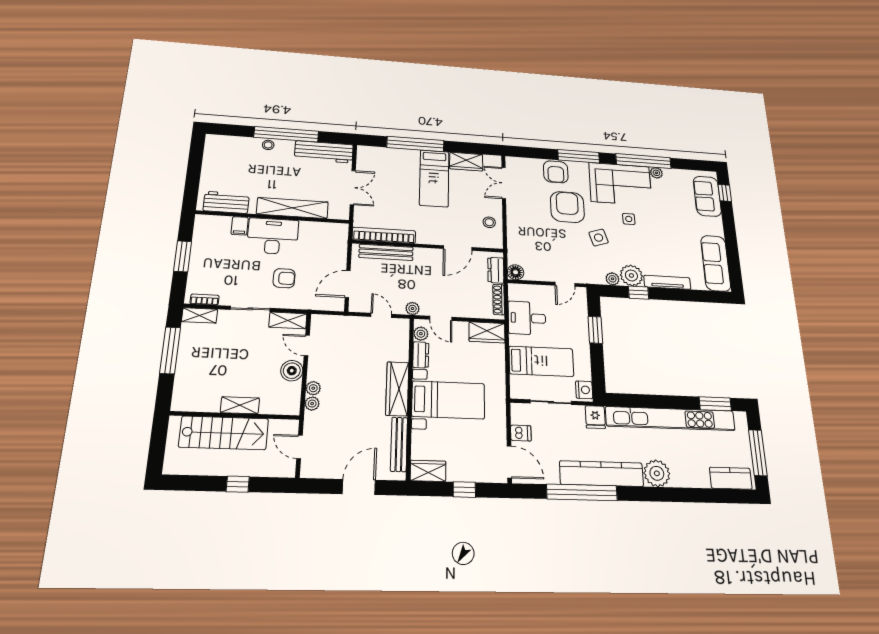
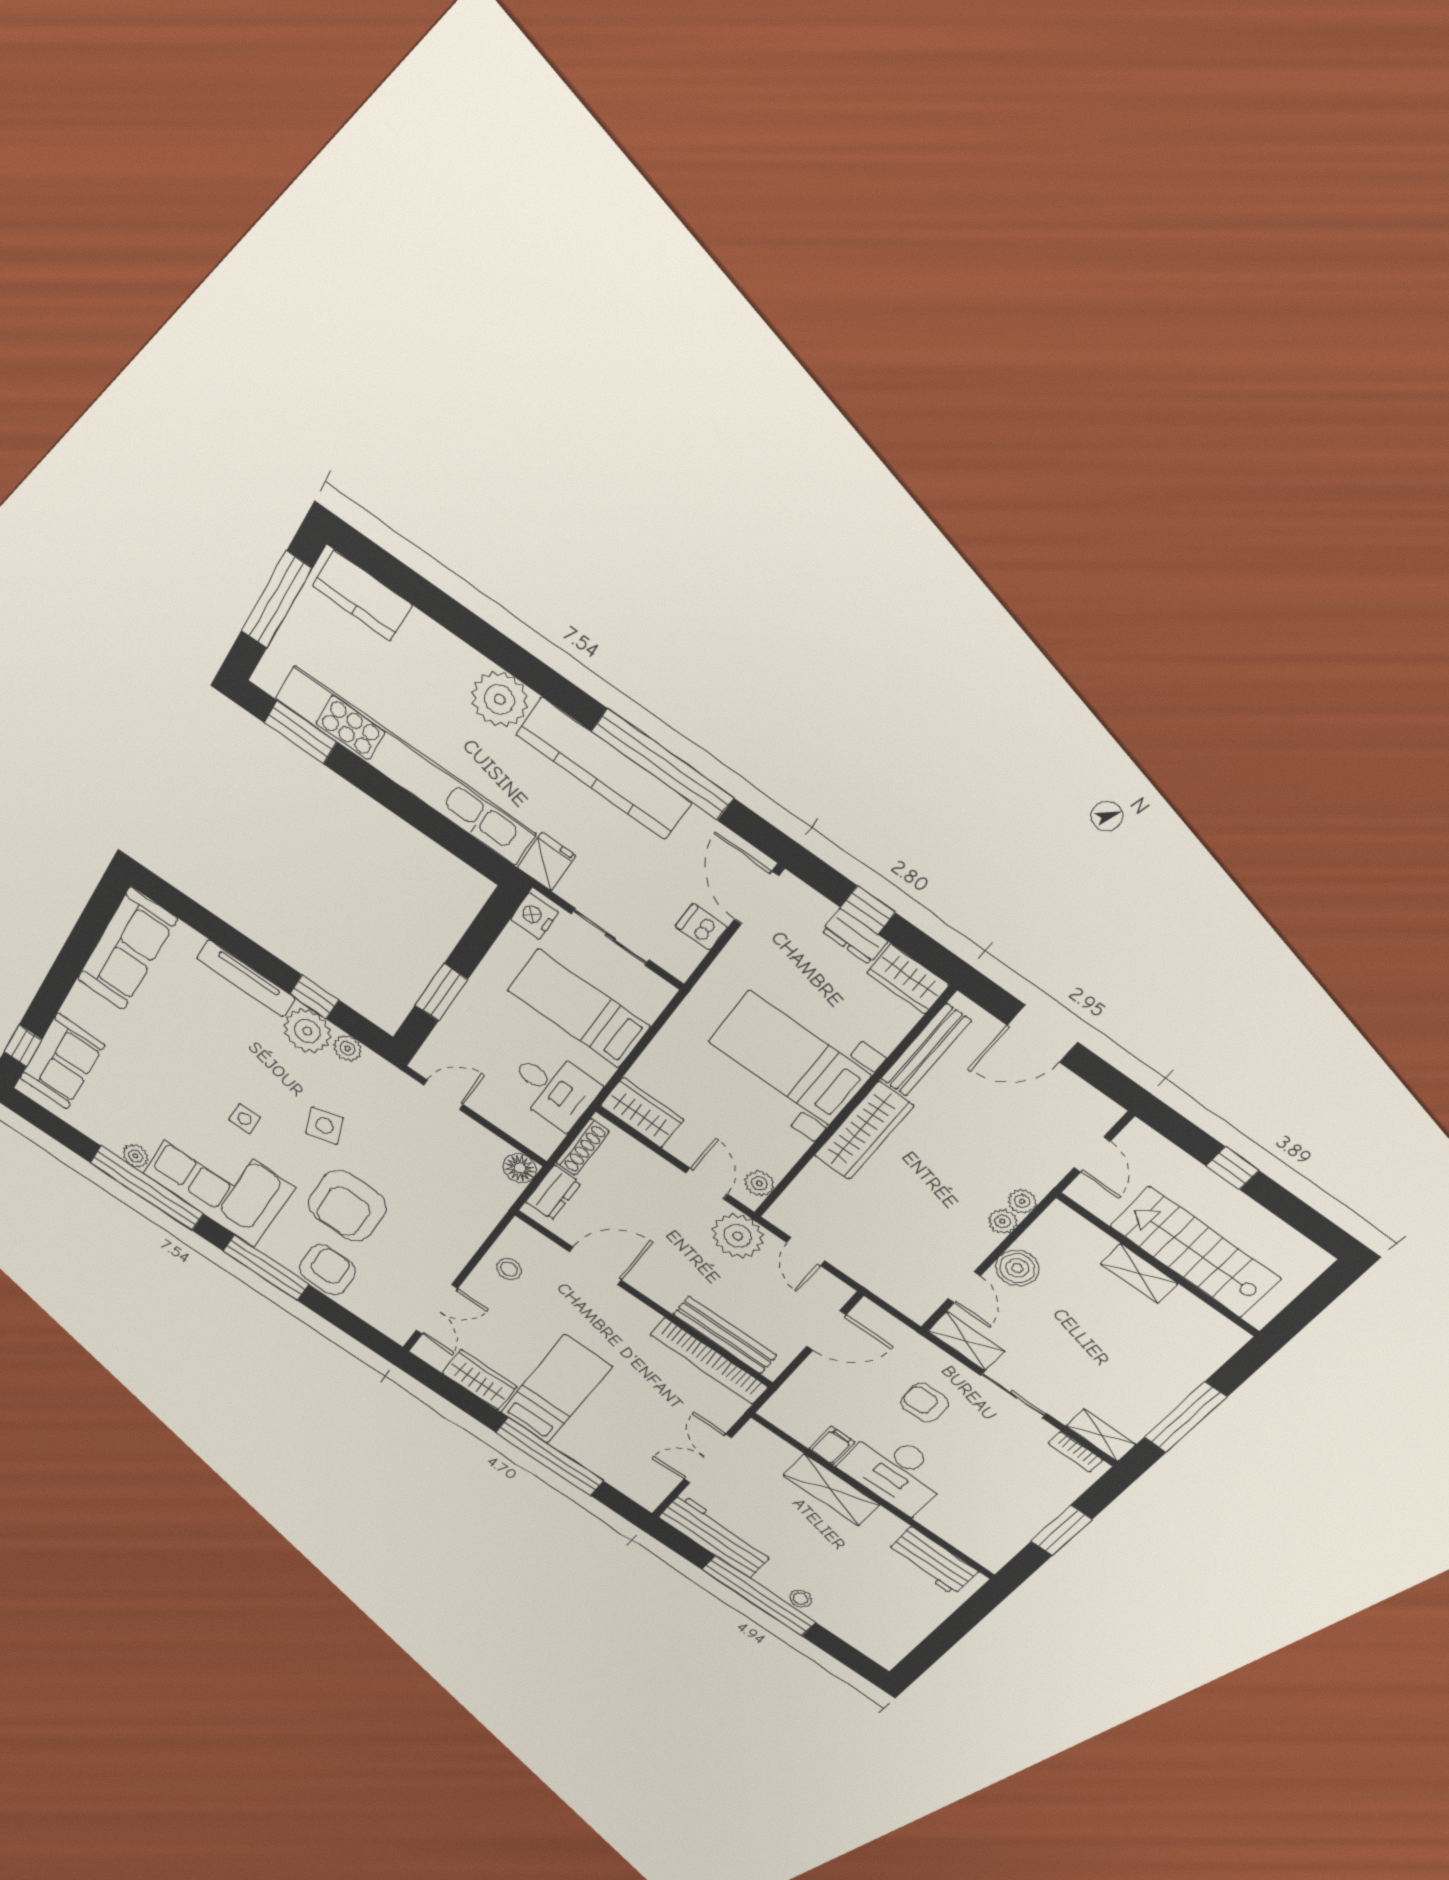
shelving: (292, 208) -> (831, 1490), width x0.68
filing cabinet: (240, 226) -> (832, 1446), moved
plant: (413, 309) -> (738, 1236), width x1.88, depth x1.88
dresser: (421, 355) -> (855, 936), moved, turned -90

